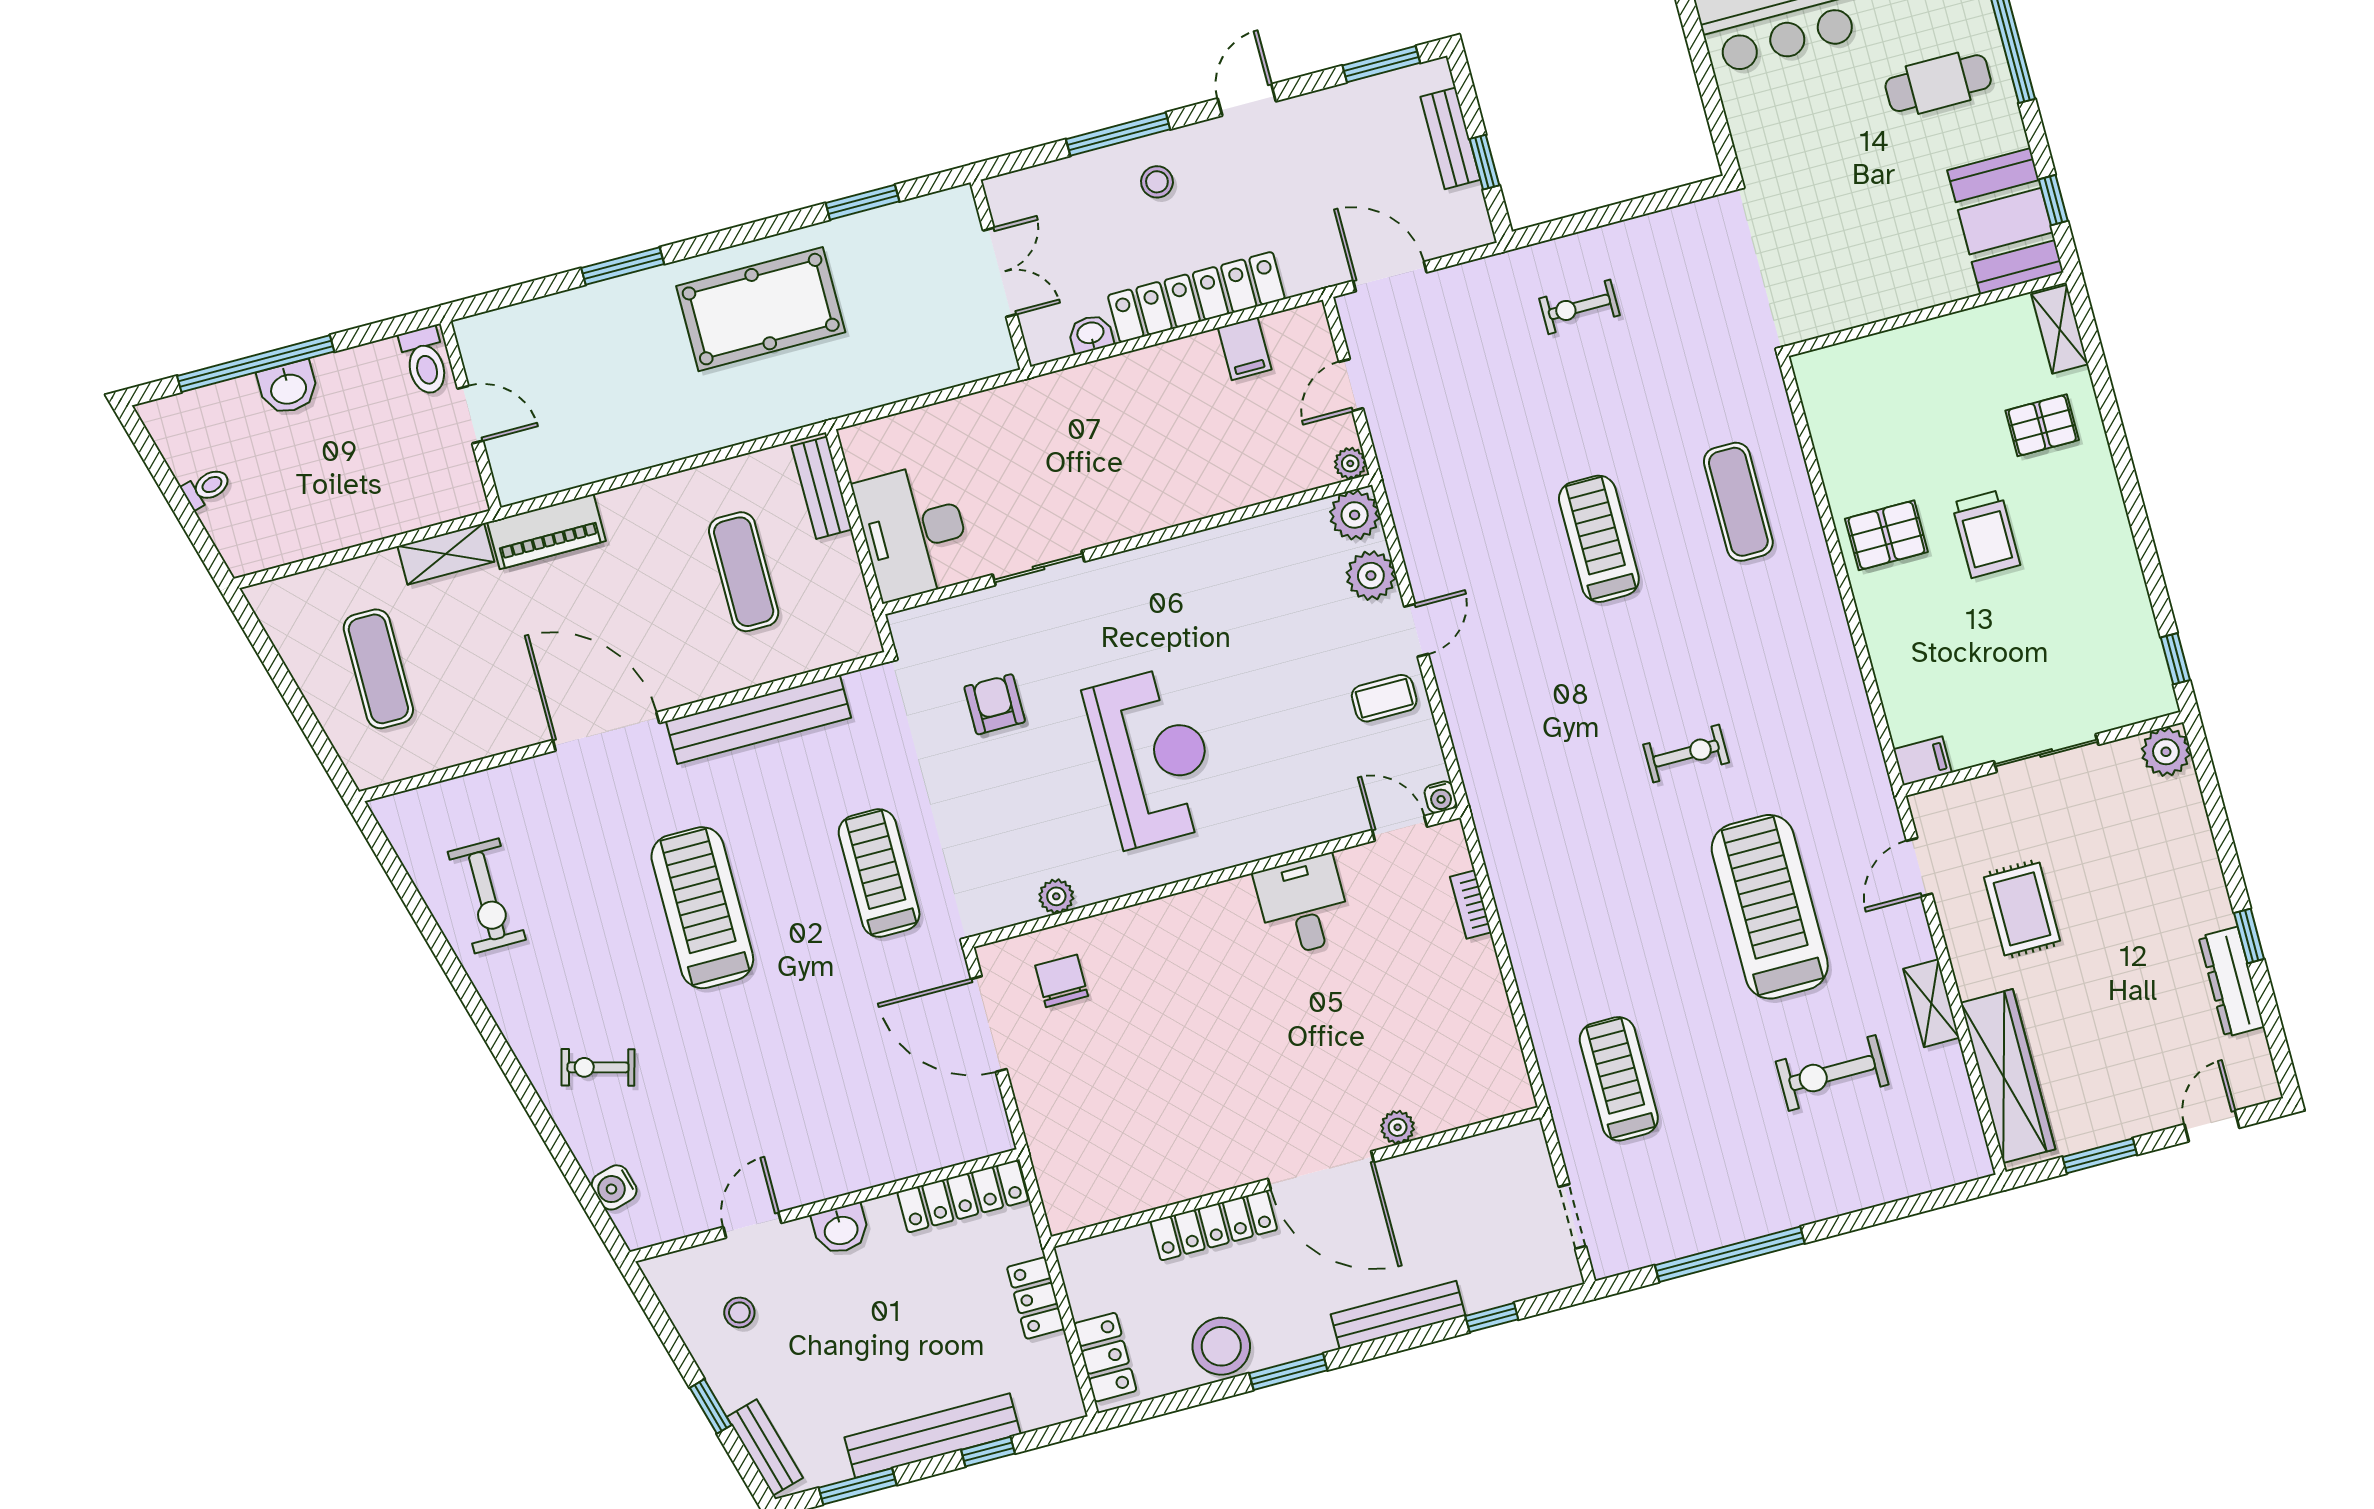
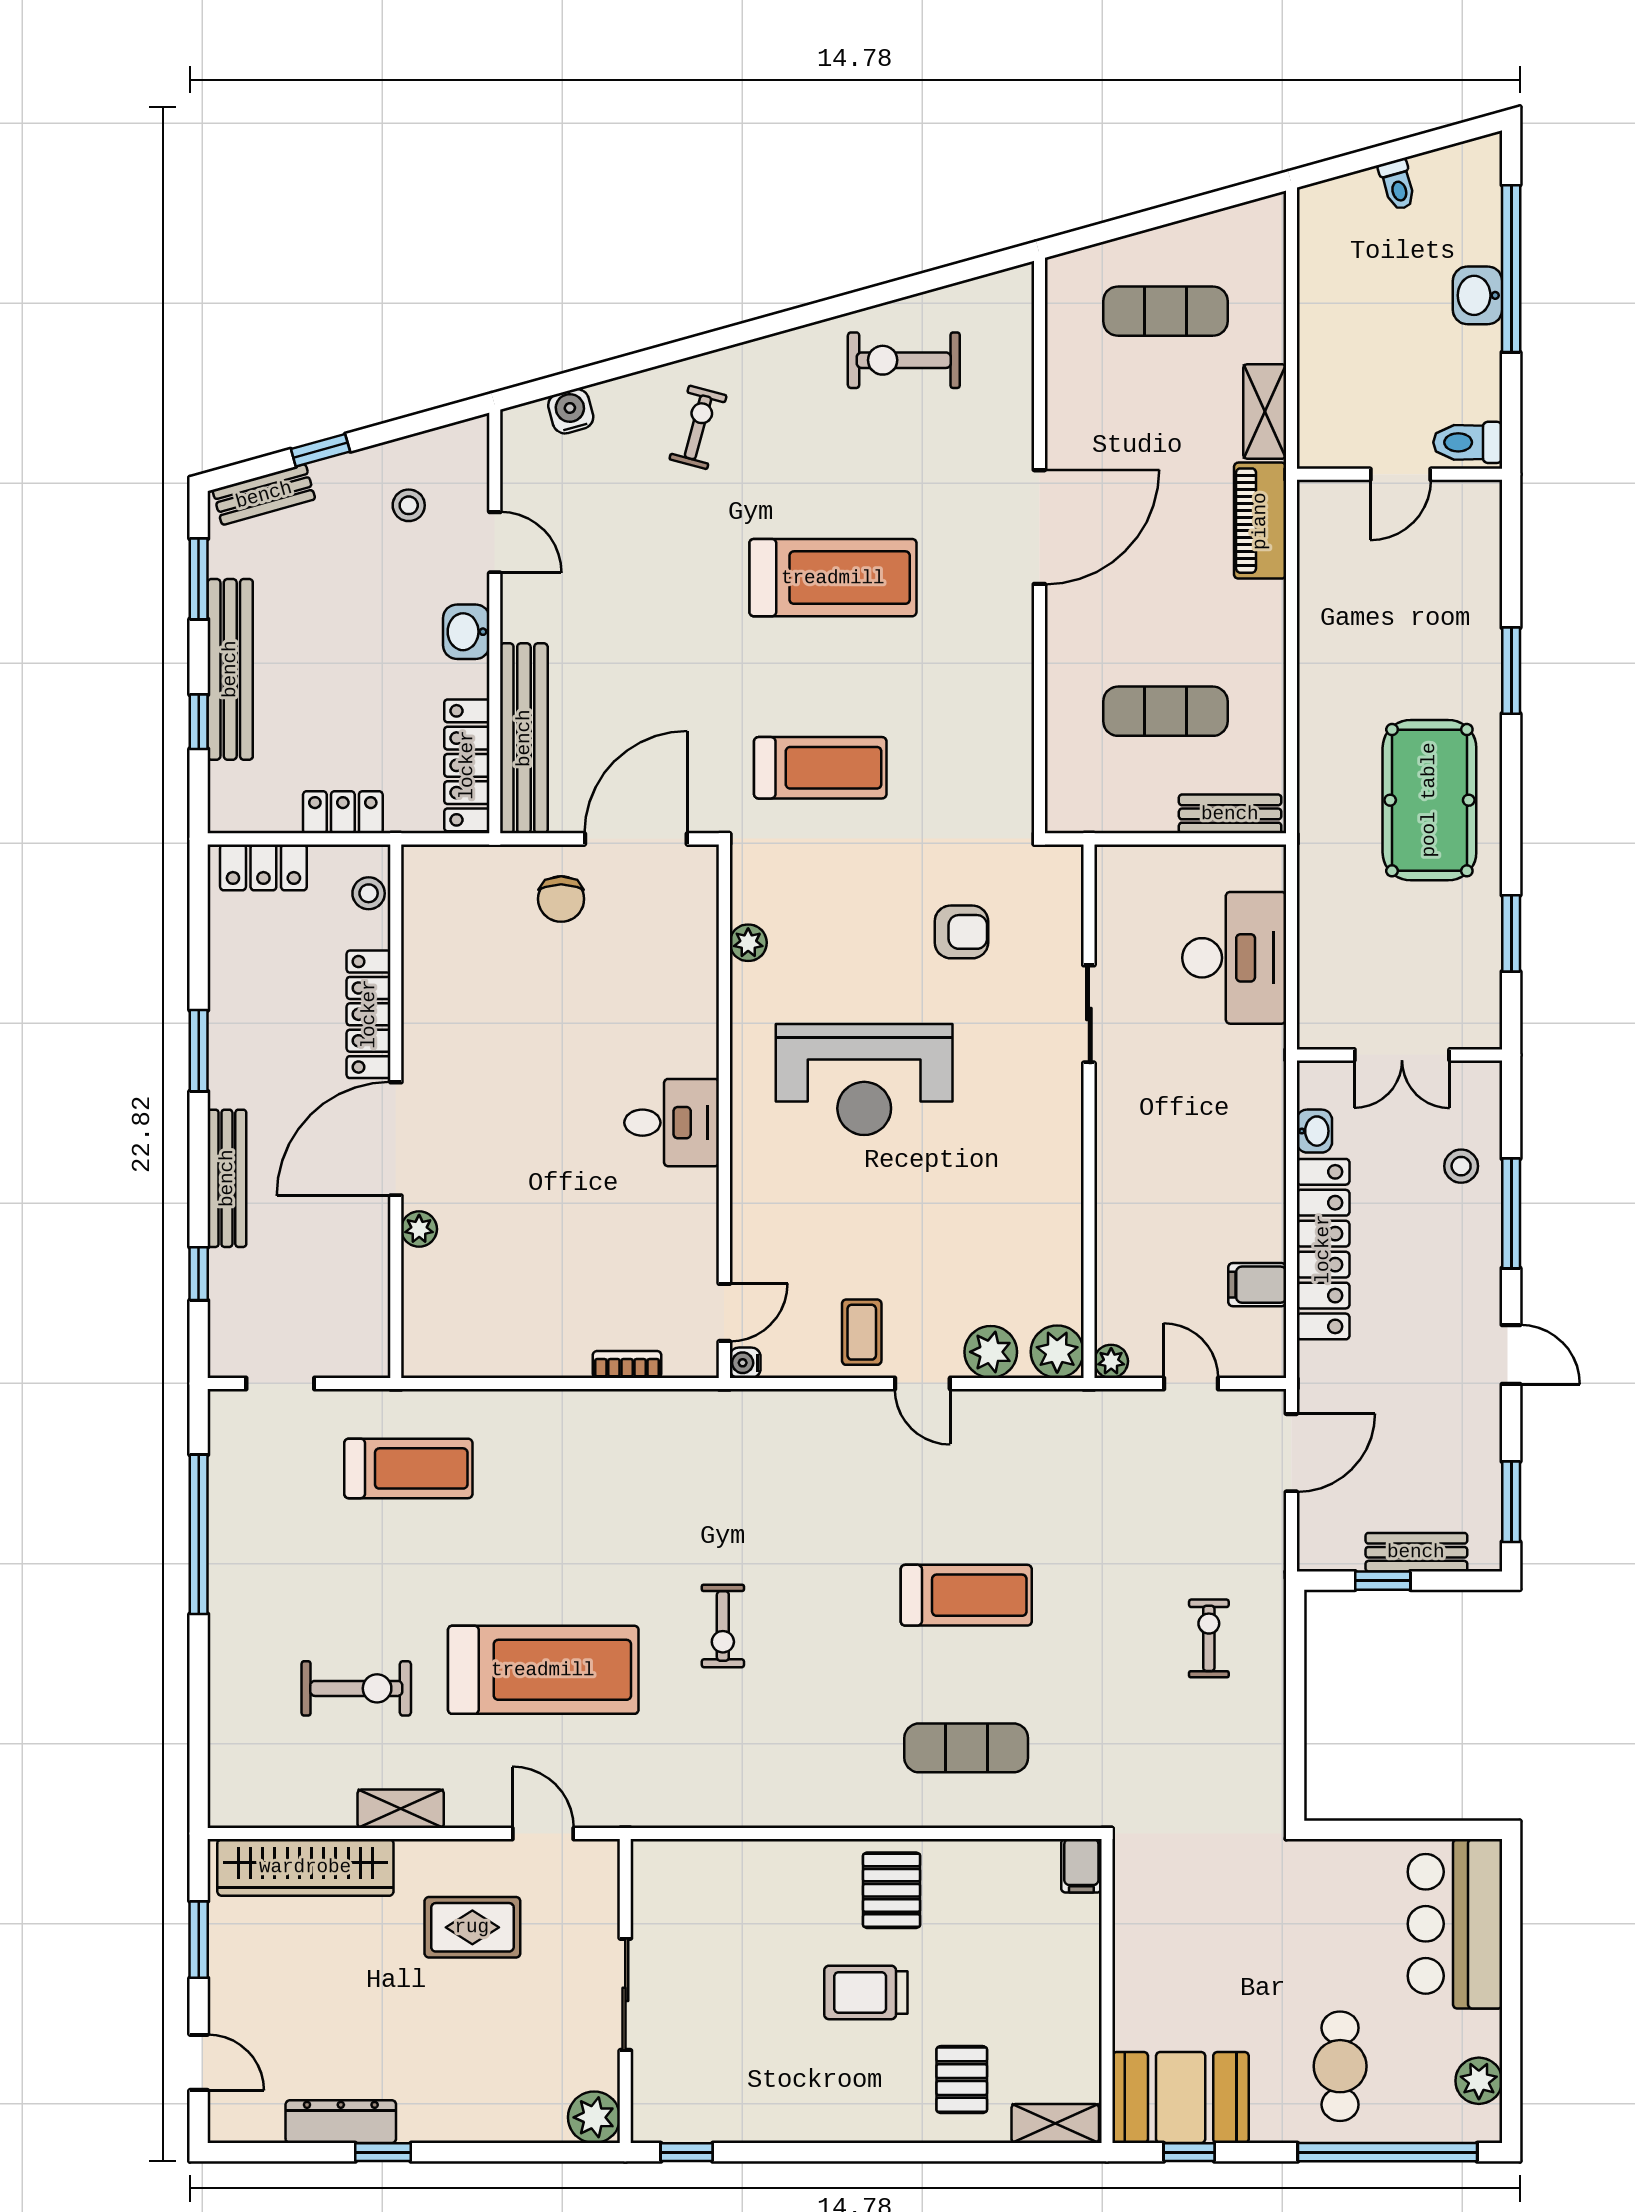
stool: (1157, 182) -> (1461, 1166), moved
desk: (914, 531) -> (1234, 958), moved, turned 90
bench: (759, 719) -> (524, 738), moved
filing cabinet: (1923, 761) -> (1081, 1866), moved
desk: (1303, 905) -> (672, 1123), moved
chair: (1062, 981) -> (561, 899), moved, turned 90
exercise bike: (1832, 1073) -> (356, 1688), turned 90
stool: (1221, 1346) -> (369, 893), moved, width x0.53, depth x0.53

